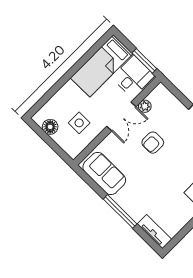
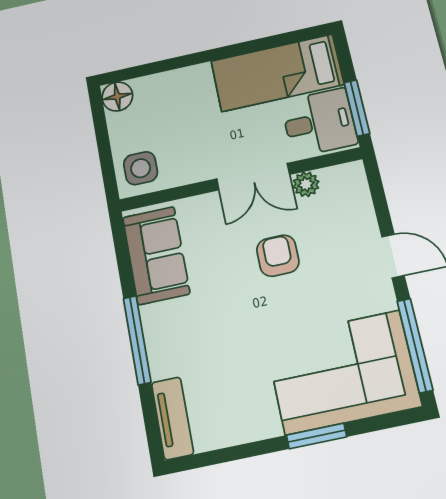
side table: (79, 123) -> (141, 168), moved
floor lamp: (50, 127) -> (117, 96), moved
armchair: (153, 143) -> (278, 256), turned 90

